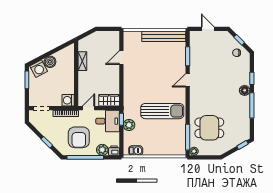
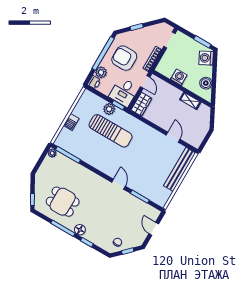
door: (208, 29) -> (154, 229), swing flipped
bench: (164, 36) -> (180, 169), moved
boiler: (50, 62) -> (206, 83), moved
washing machine: (68, 100) -> (179, 77), moved
sun lounger: (162, 111) -> (111, 131), moved, turned -90
dining table: (209, 128) -> (63, 202), moved, turned 90
barbecue: (136, 151) -> (71, 122), moved

